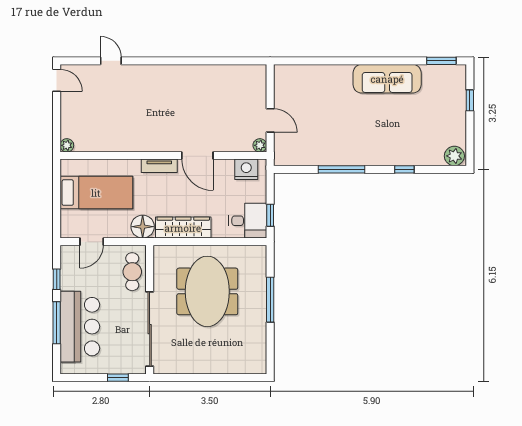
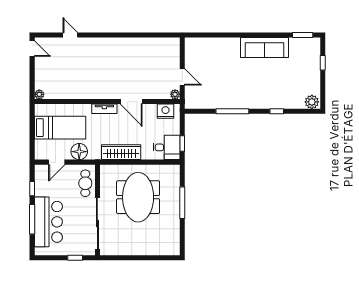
floor lamp: (143, 227) -> (79, 152), moved

